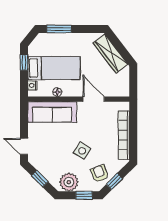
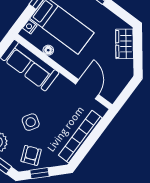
wardrobe: (111, 54) -> (125, 44), width x0.67
door: (94, 99) -> (87, 89), moved

